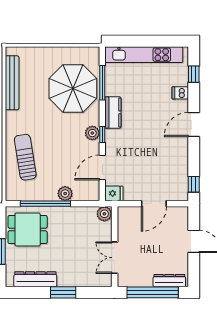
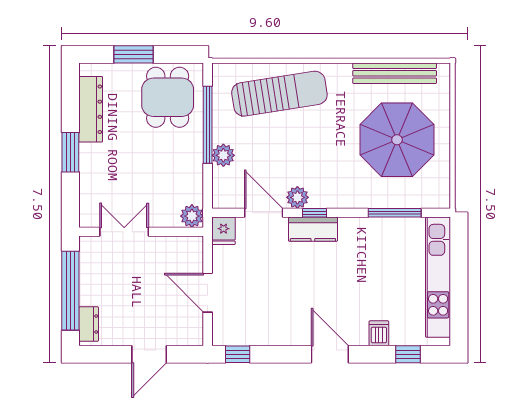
parasol: (73, 88) -> (397, 140), moved
kitchen counter: (113, 112) -> (313, 229), moved
plant: (92, 133) -> (297, 197), moved
sun lounger: (25, 157) -> (279, 94), width x1.36, depth x1.34
dresser: (169, 281) -> (89, 324), width x0.70

